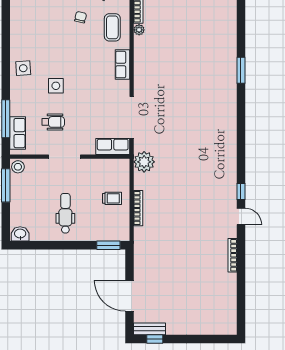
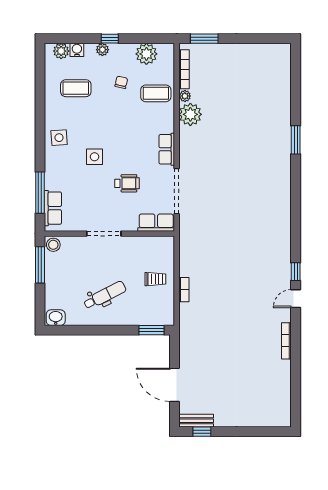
coffee table: (39, 23) -> (76, 88), added
coffee table: (112, 27) -> (156, 93), turned 90
row of seats: (122, 65) -> (167, 149), moved
wheelchair: (53, 122) -> (127, 183), moved
plant: (144, 162) -> (190, 114), moved
bookcase: (138, 208) -> (184, 290), width x0.64
dental chair: (65, 213) -> (105, 295), turned 63
door: (241, 216) -> (296, 299), swing flipped

